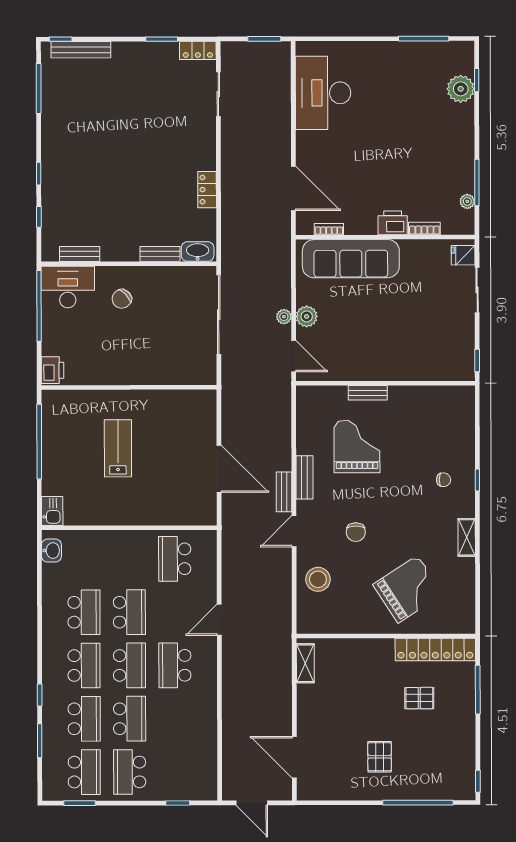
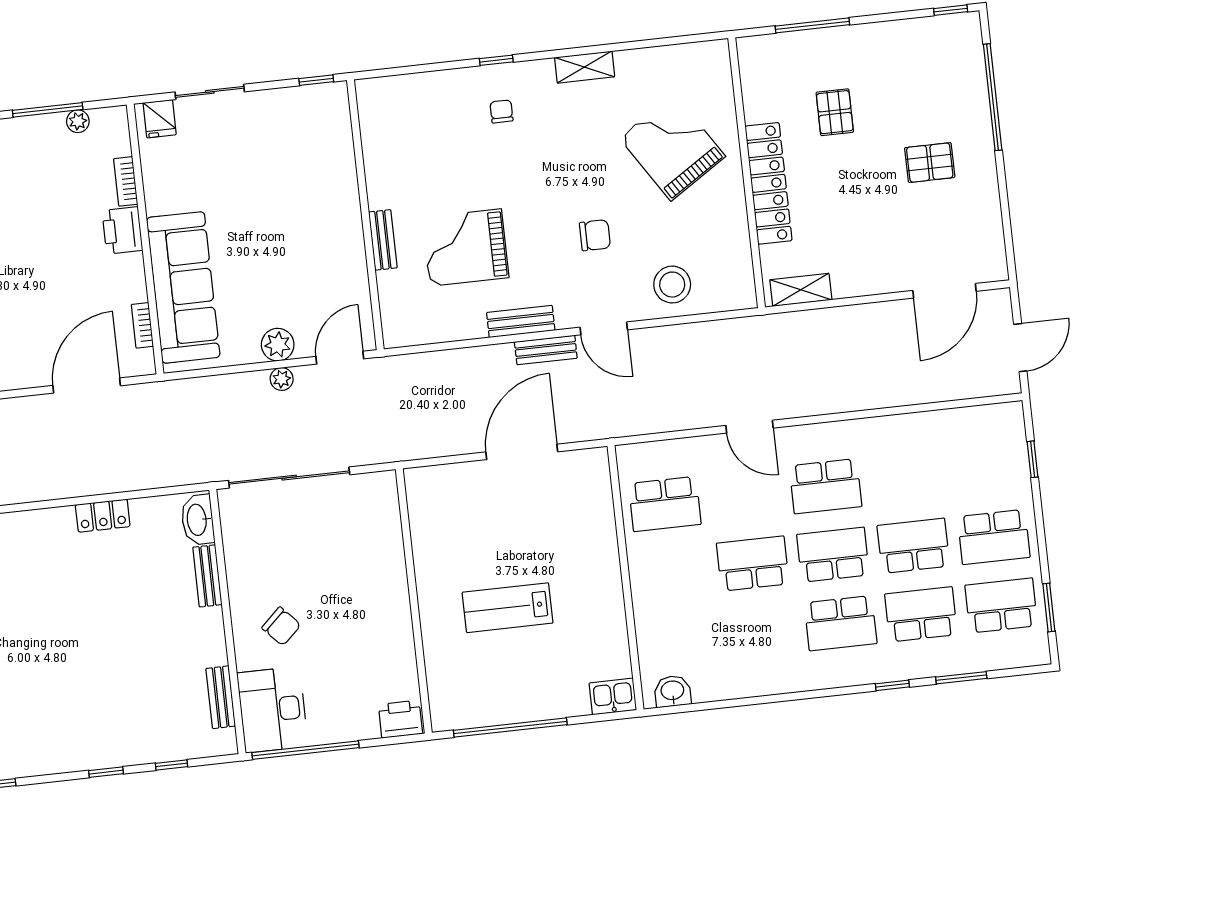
school desk: (84, 612) -> (760, 632), removed
locker: (435, 649) -> (769, 183), moved
school desk: (84, 666) -> (841, 623), turned 180

